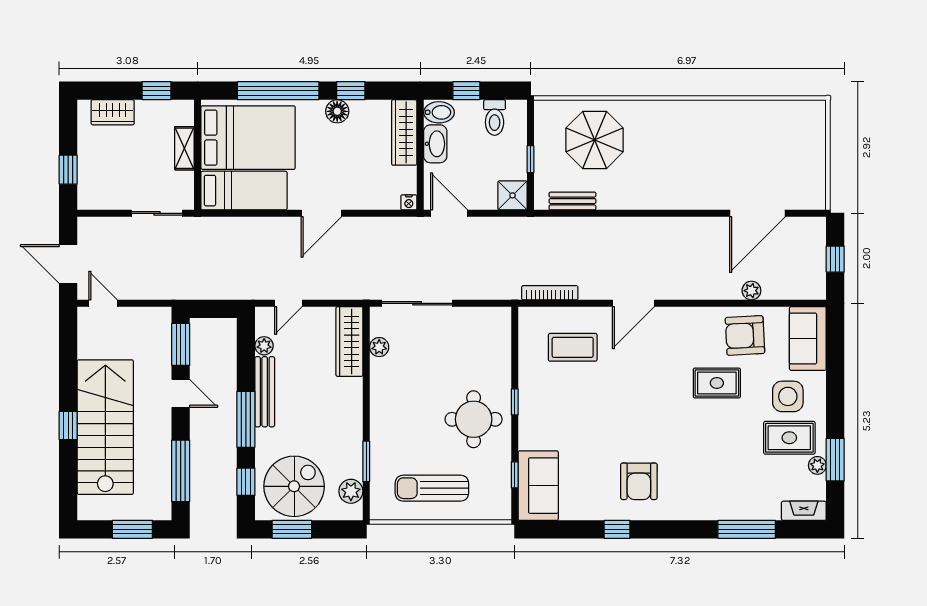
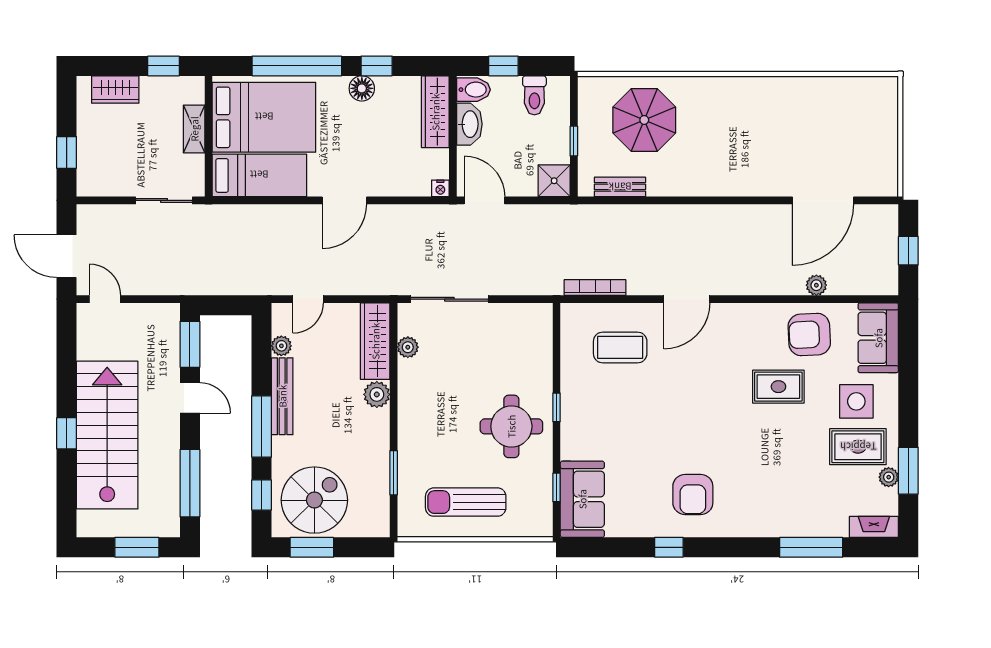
plant: (351, 491) -> (377, 394), moved

